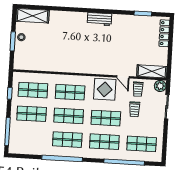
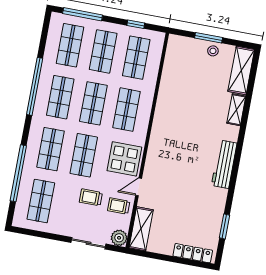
shelving: (60, 16) -> (236, 110), added
workbench: (99, 19) -> (224, 164), width x1.38
shop shelf: (30, 137) -> (70, 45), added

